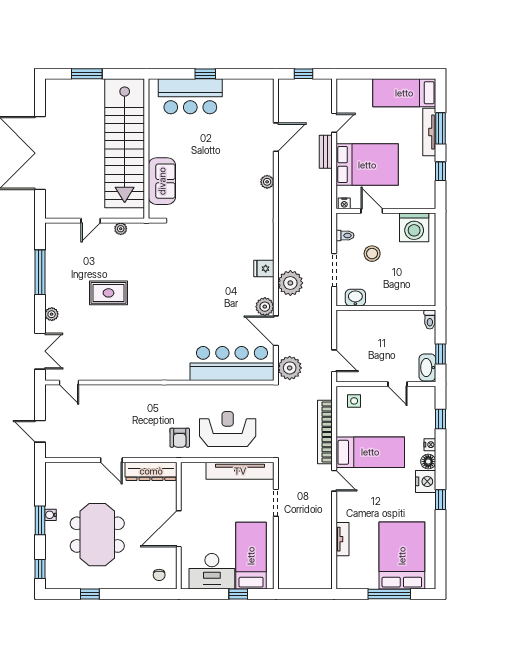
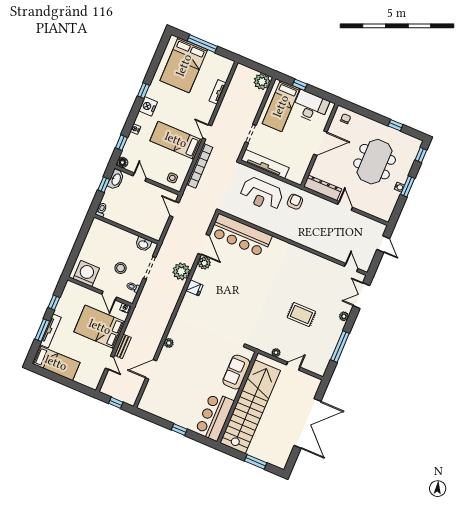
bar counter: (190, 96) -> (214, 417), moved, turned -90
door: (334, 123) -> (109, 363), swing flipped
plant: (290, 368) -> (262, 82), moved
floor lamp: (428, 462) -> (122, 162), moved

